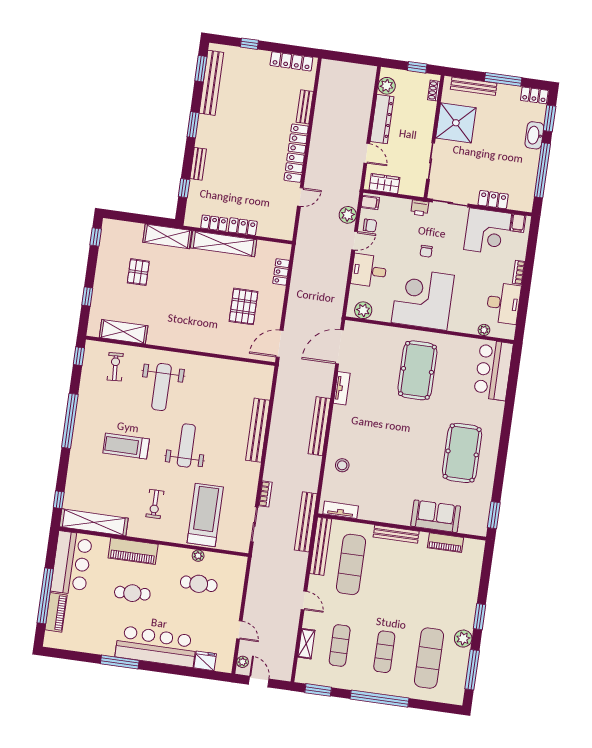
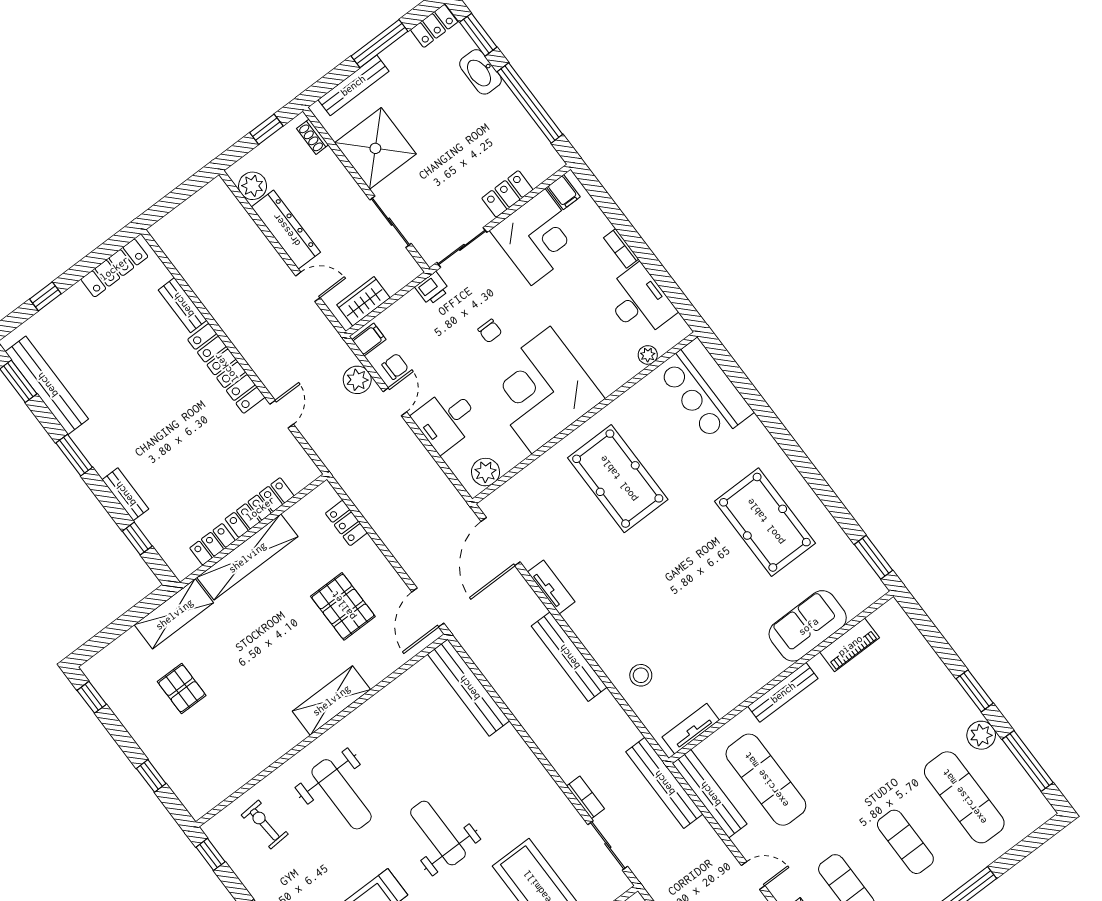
locker: (243, 227) -> (260, 508), width x1.53
shelving: (124, 332) -> (331, 700), moved
bench: (258, 430) -> (469, 688), moved

